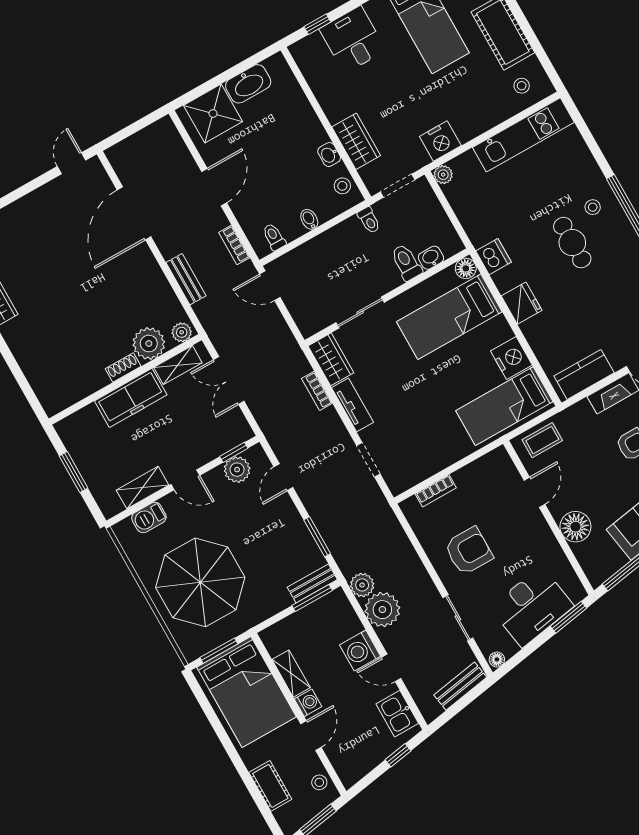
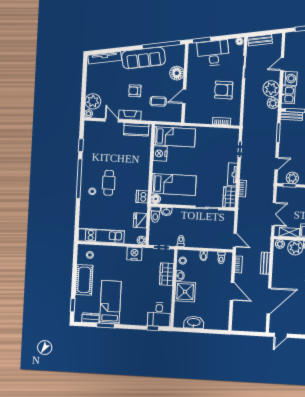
desk: (353, 40) -> (159, 315), moved
shower: (213, 113) -> (185, 292), moved
door: (214, 187) -> (232, 291), swing flipped
toilet: (406, 262) -> (155, 215), moved
fridge: (522, 303) -> (140, 220), moved
coffee table: (542, 440) -> (158, 101), moved
door: (391, 668) -> (282, 64), swing flipped
kitchen sink: (397, 714) -> (288, 95), moved

